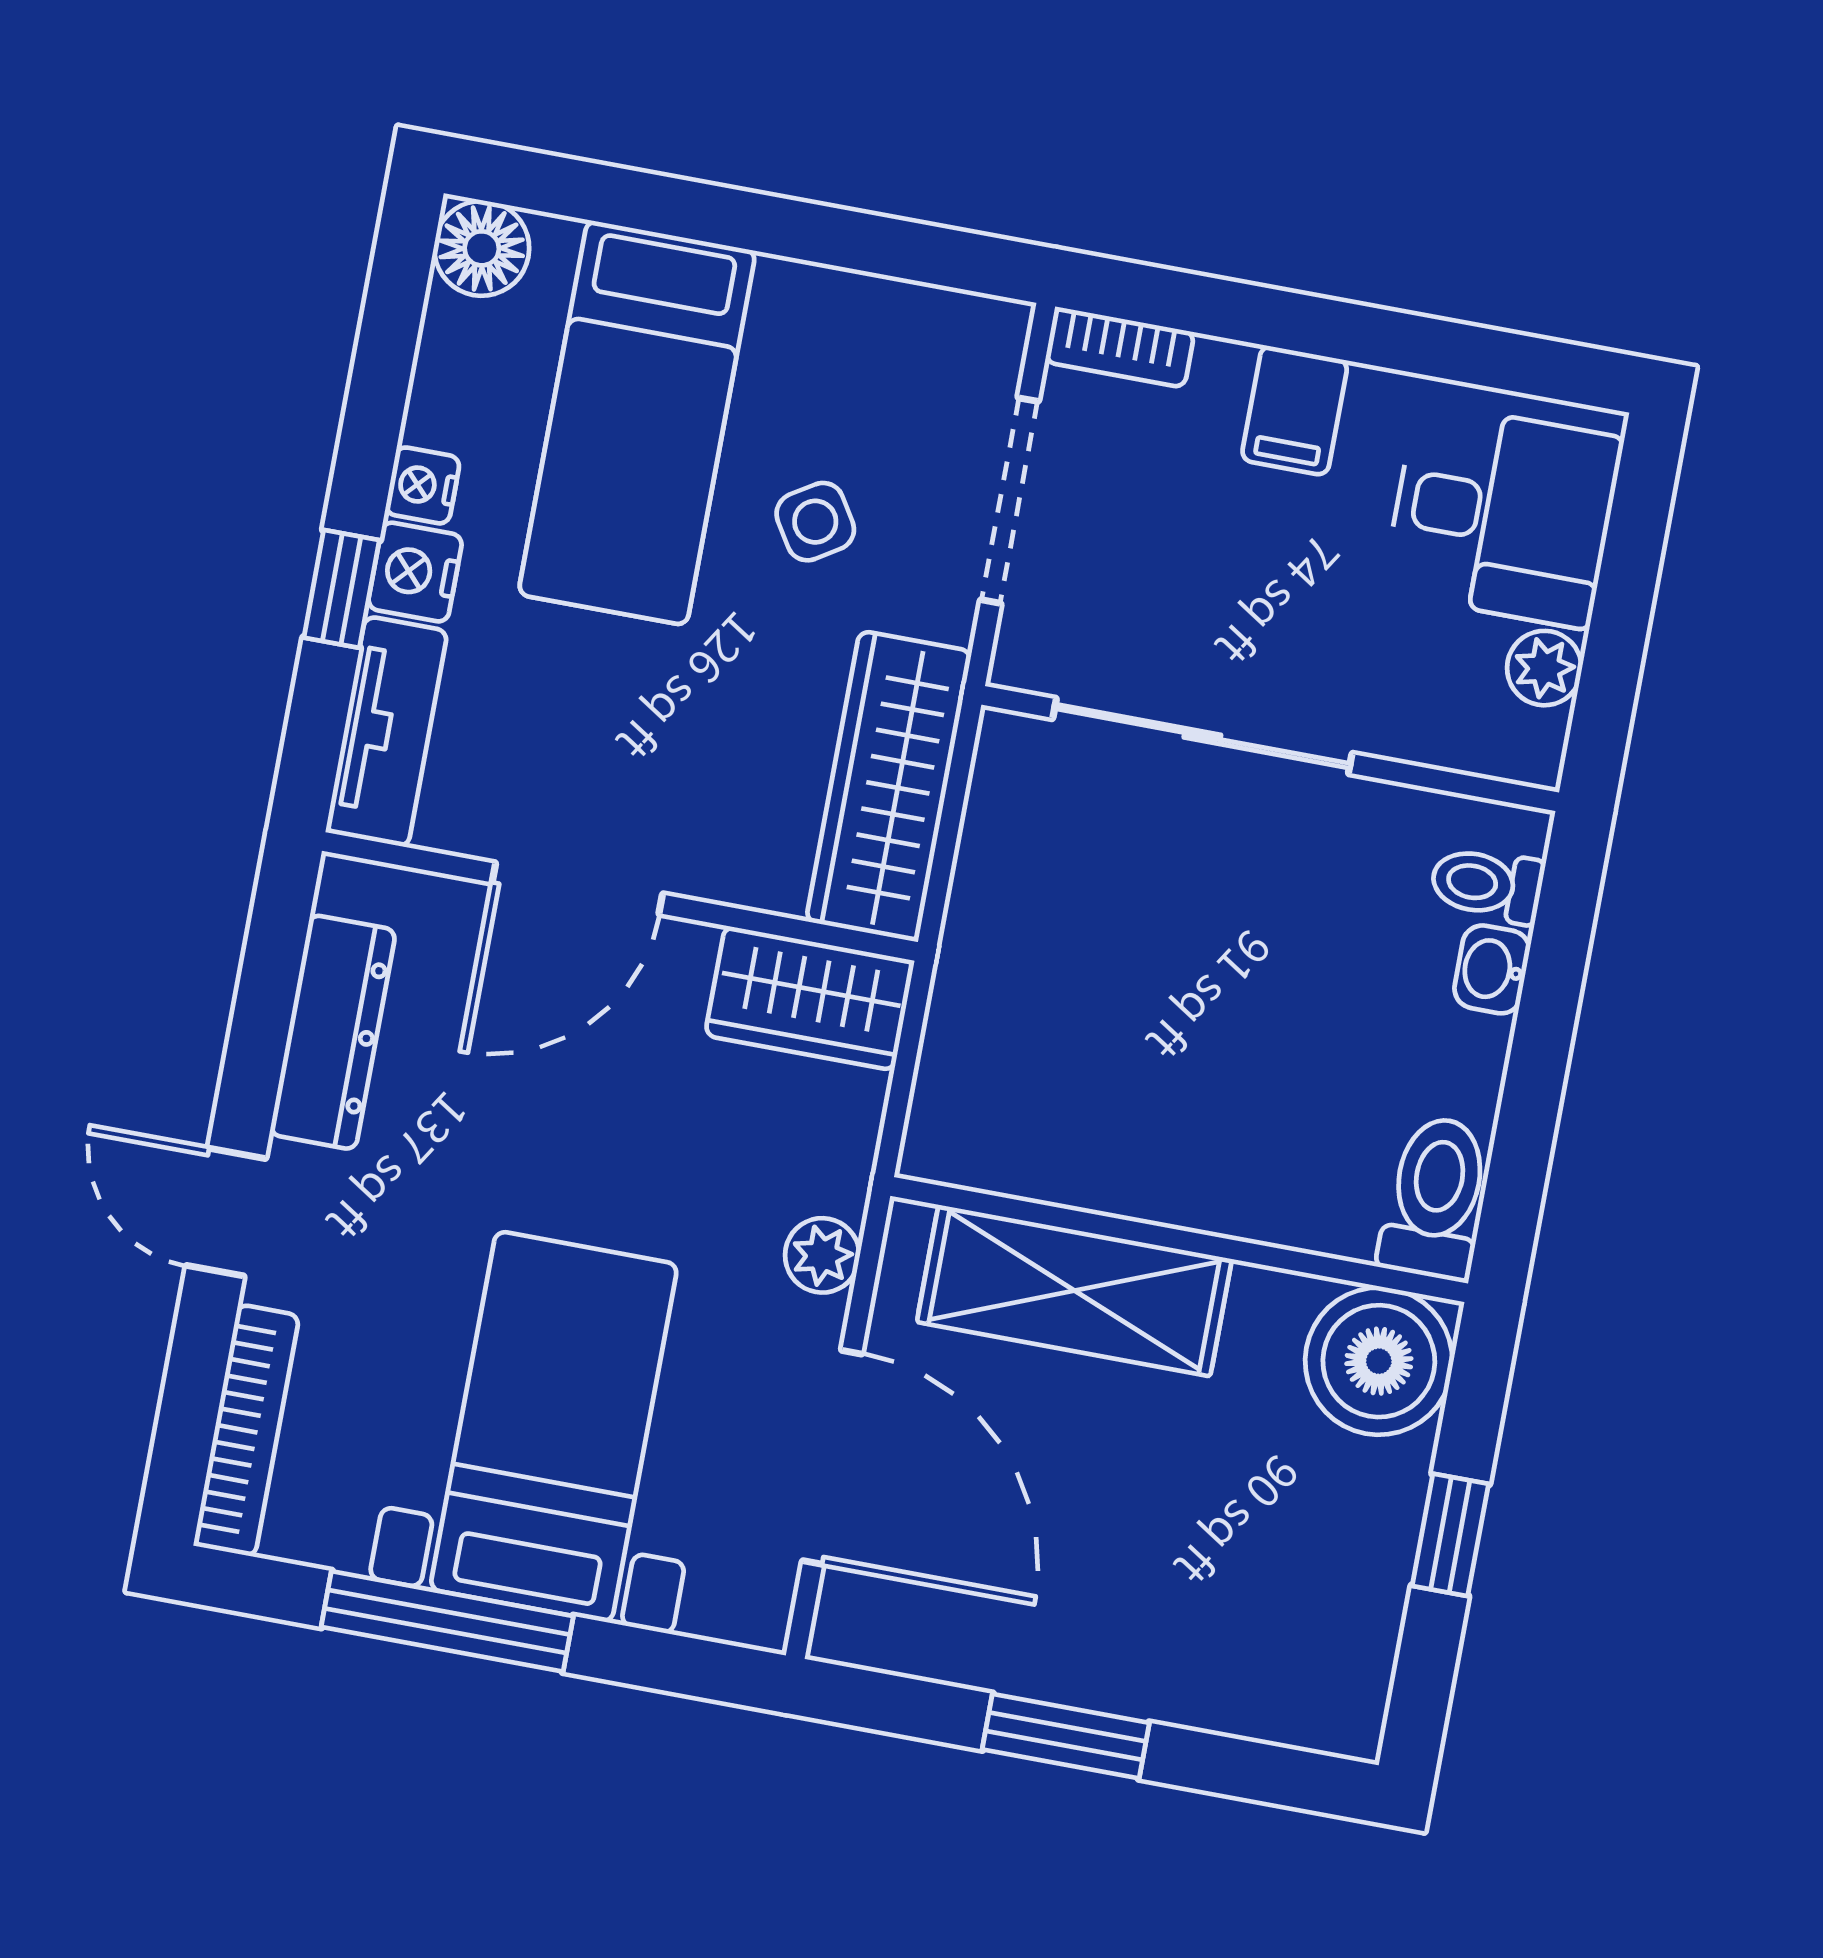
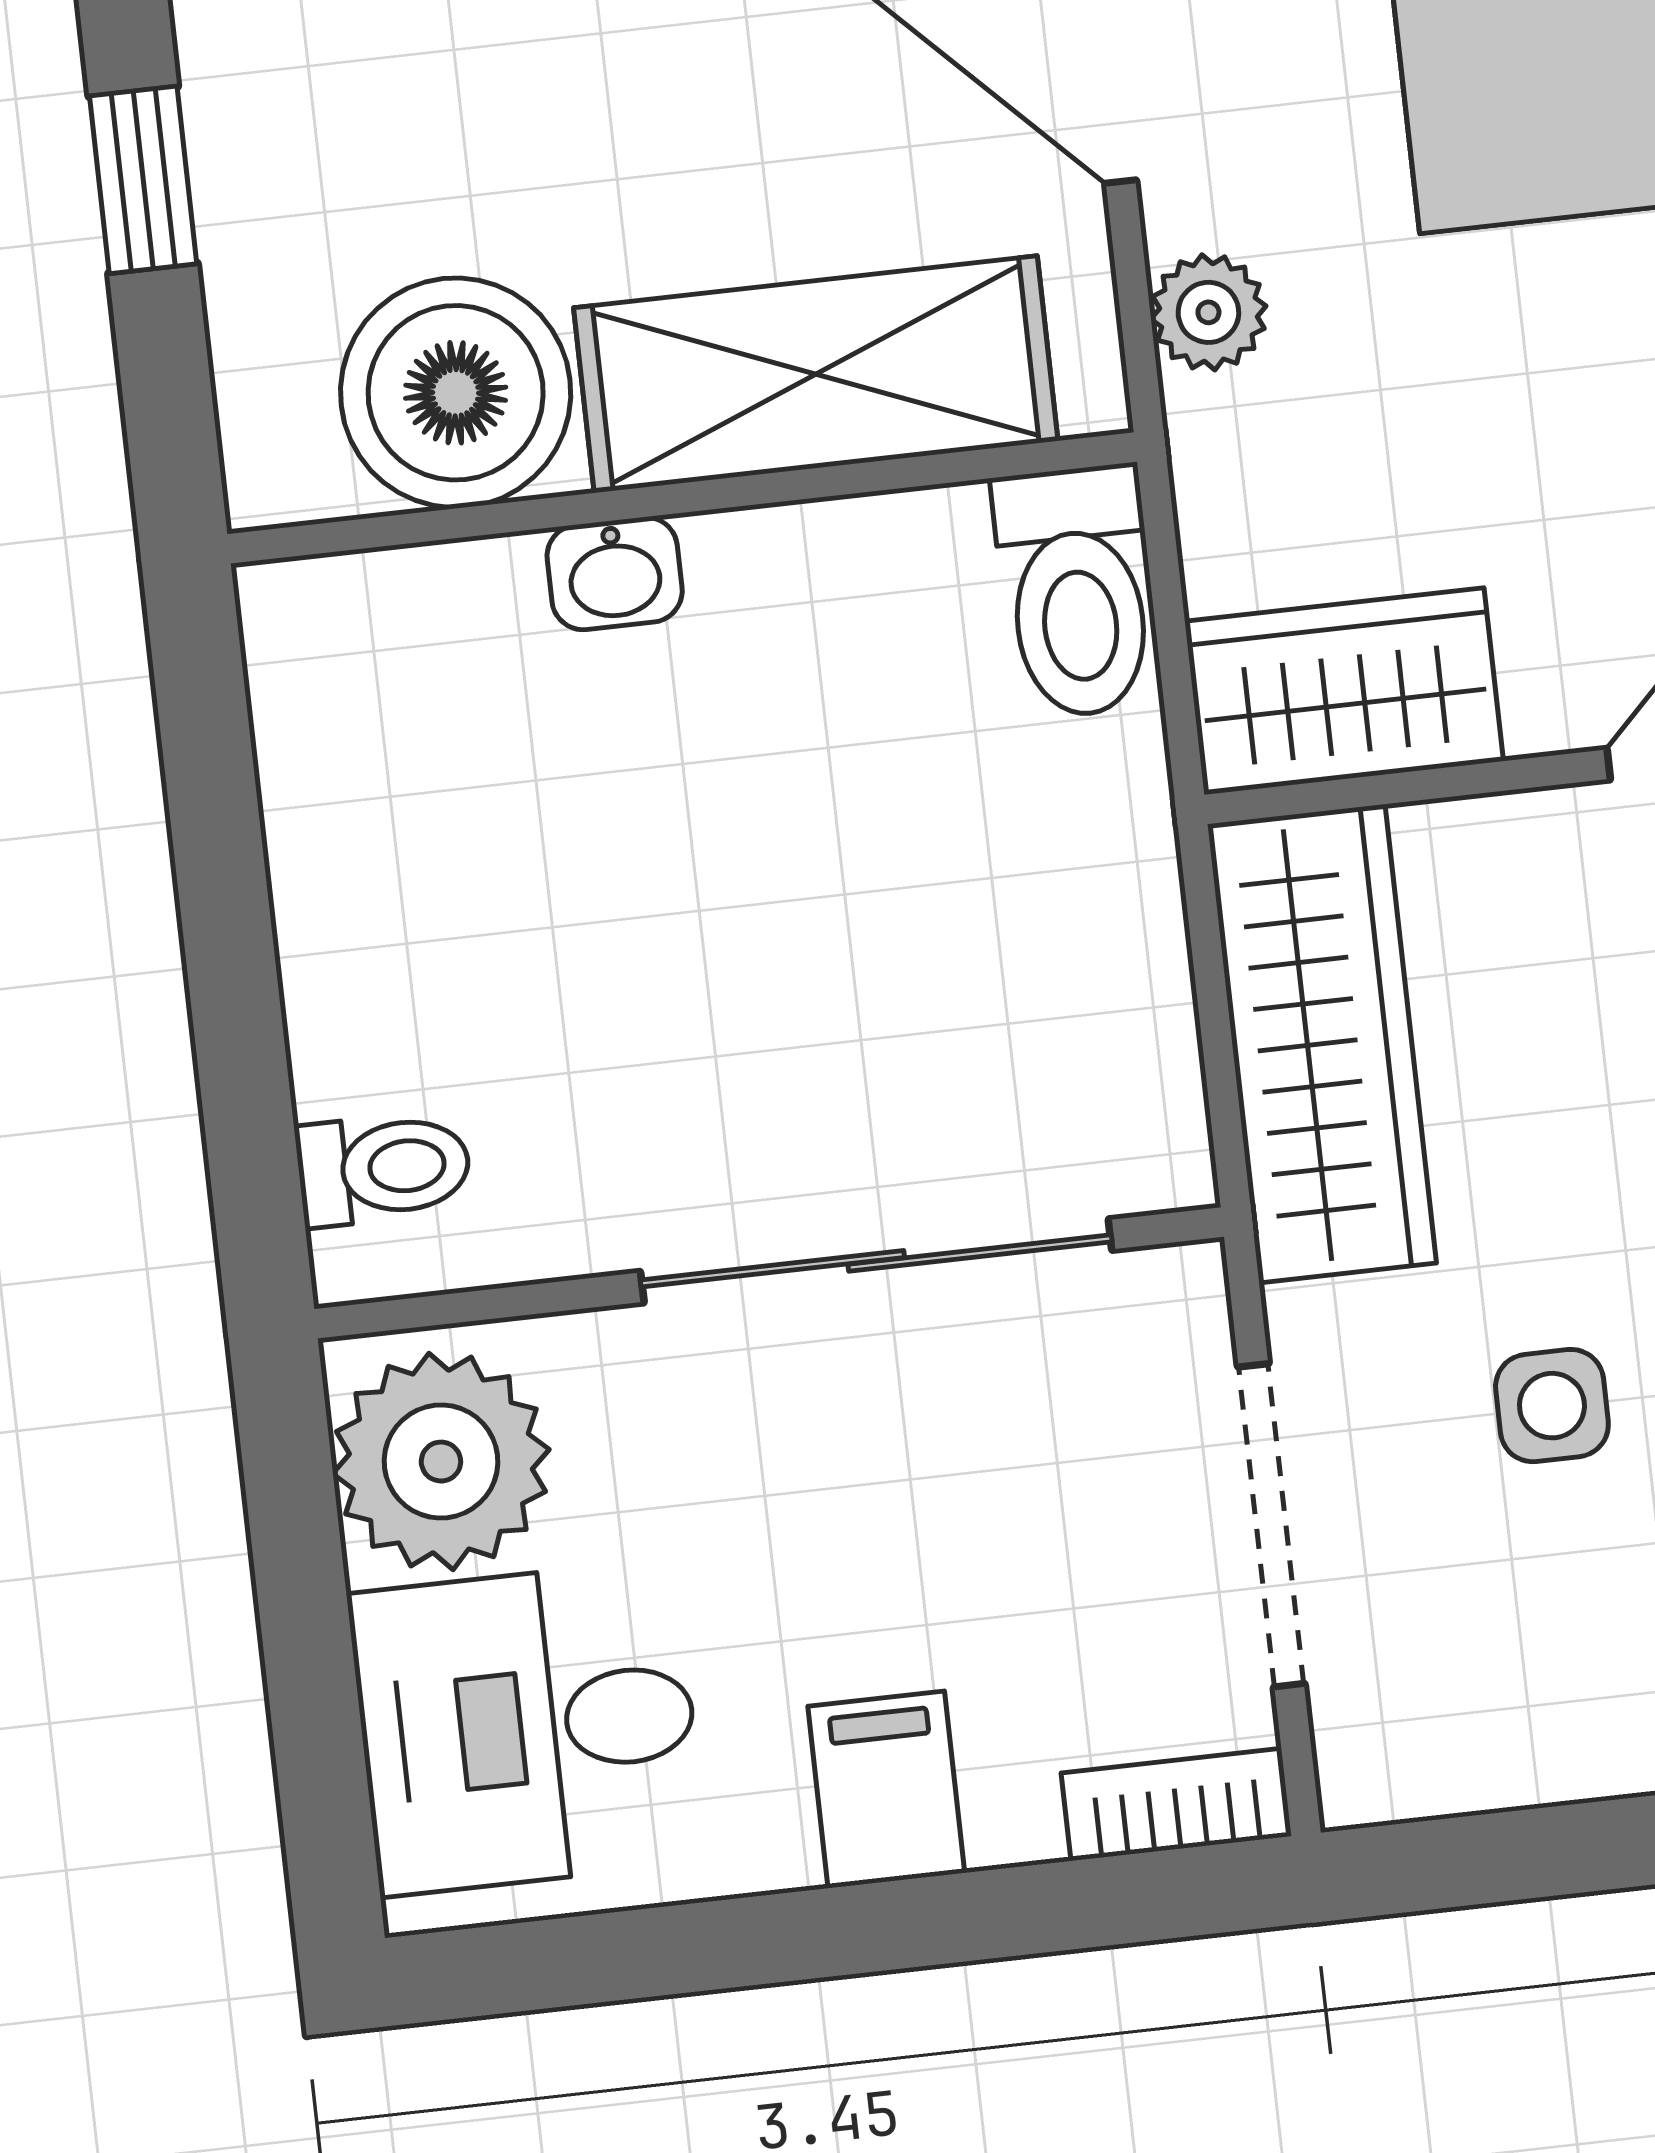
side table: (815, 522) -> (1552, 1406), turned 32
plant: (1544, 668) -> (441, 1462), width x1.88, depth x1.88
washbasin: (1492, 969) -> (615, 573), moved, turned 90
toilet: (1436, 1198) -> (1077, 592), moved
boiler: (1379, 1361) -> (456, 393), moved

